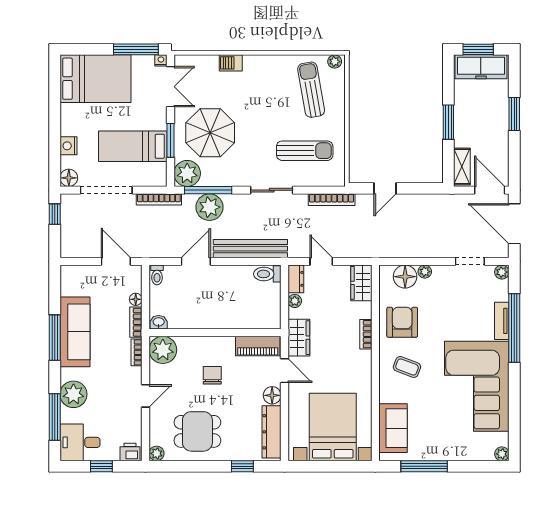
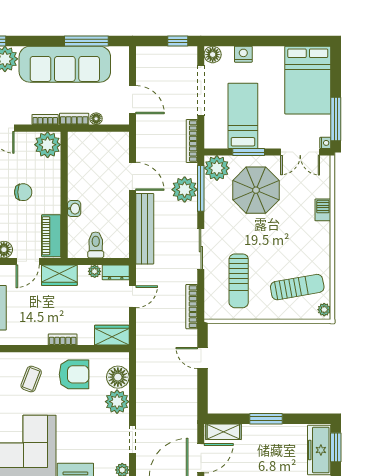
door: (116, 261) -> (132, 100), hinge flipped
plant: (425, 272) -> (117, 402), width x1.88, depth x1.88
toilet: (267, 274) -> (96, 245), moved
toilet: (157, 275) -> (119, 139), removed
washbasin: (159, 322) -> (74, 209), moved
sofa: (75, 332) -> (65, 64), width x1.36, depth x1.27
window: (55, 338) -> (86, 41), moved

